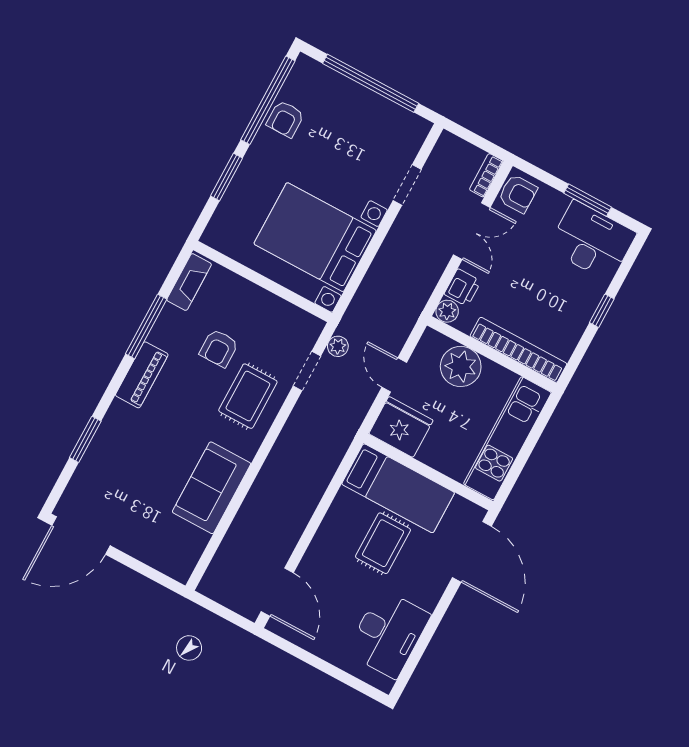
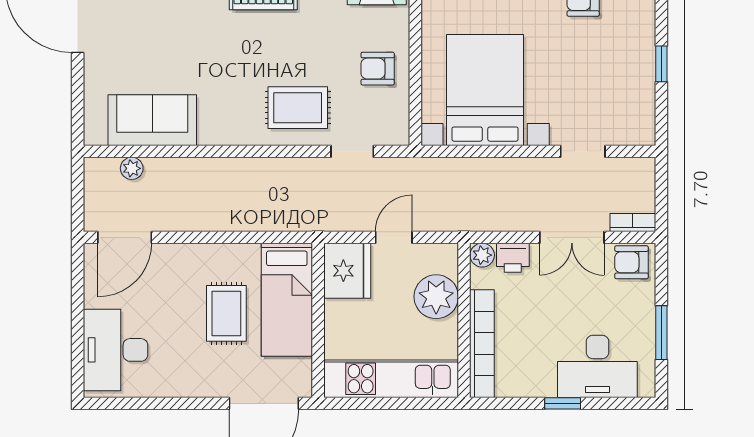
window: (371, 83) -> (661, 64), width x0.32
armchair: (518, 194) -> (631, 262), turned 90
desk: (592, 241) -> (597, 366), moved, turned 90
plant: (338, 346) -> (132, 168), moved
armchair: (219, 348) -> (378, 69), moved
sofa: (212, 488) -> (152, 120), moved
rug: (383, 543) -> (226, 313), turned 90
desk: (388, 634) -> (115, 350), moved, turned 90

